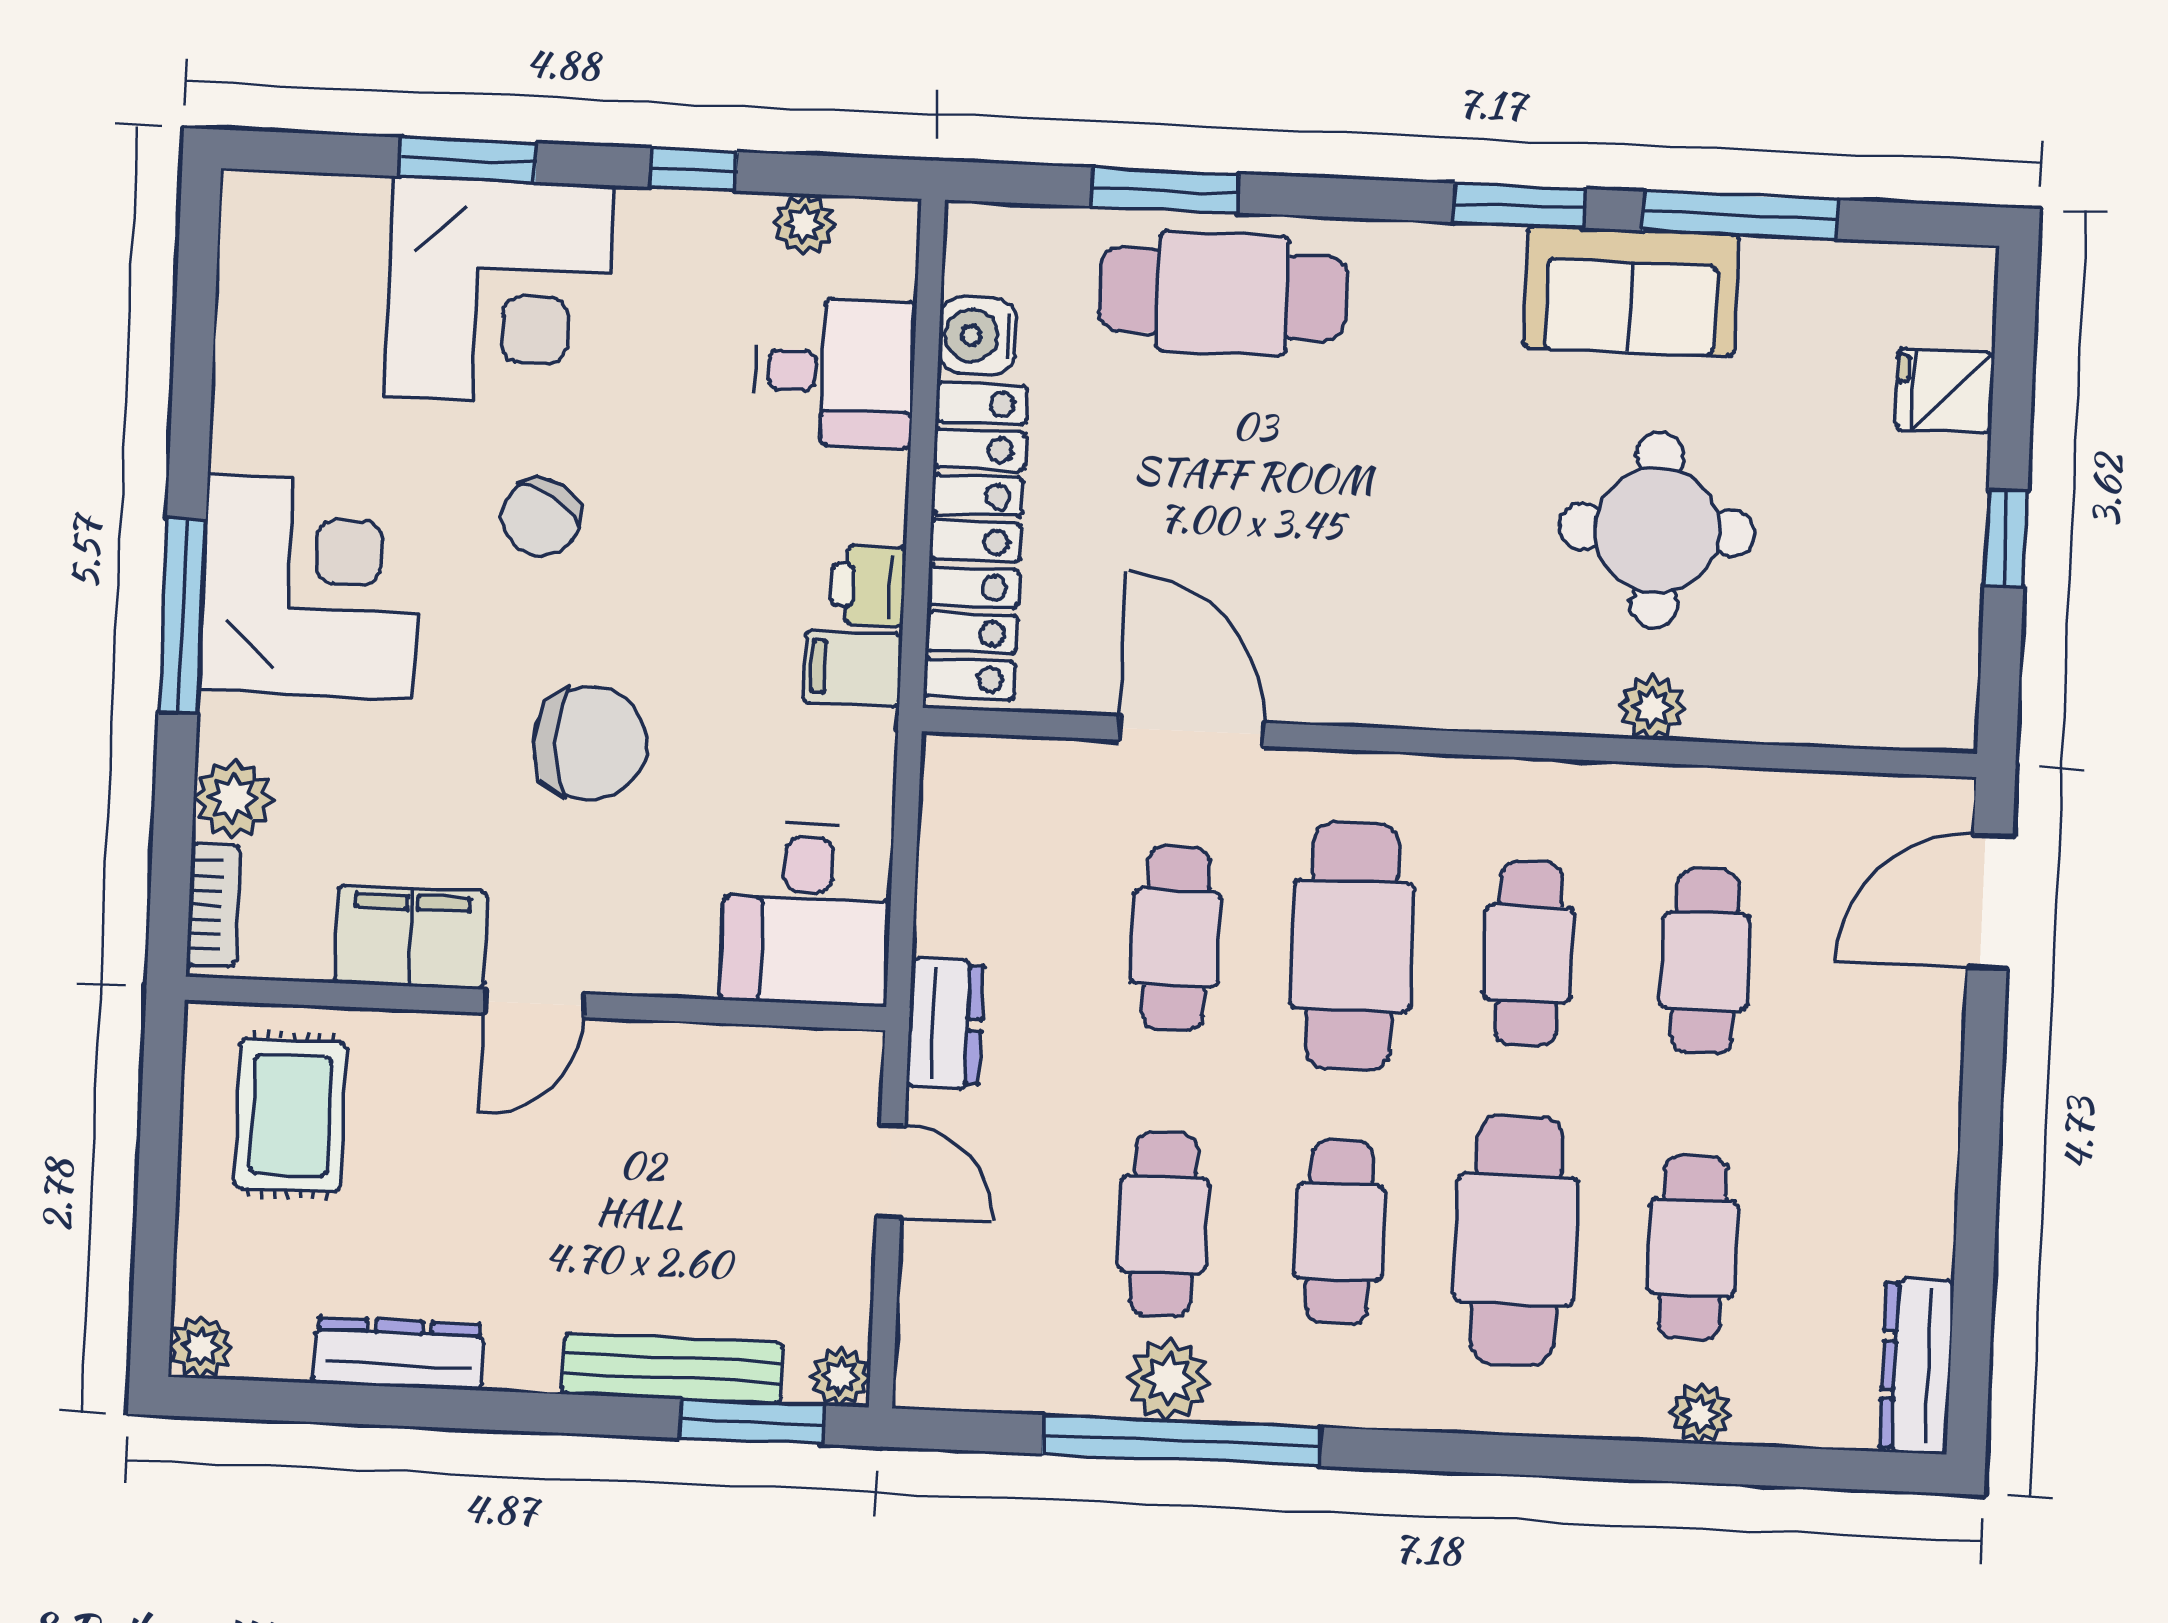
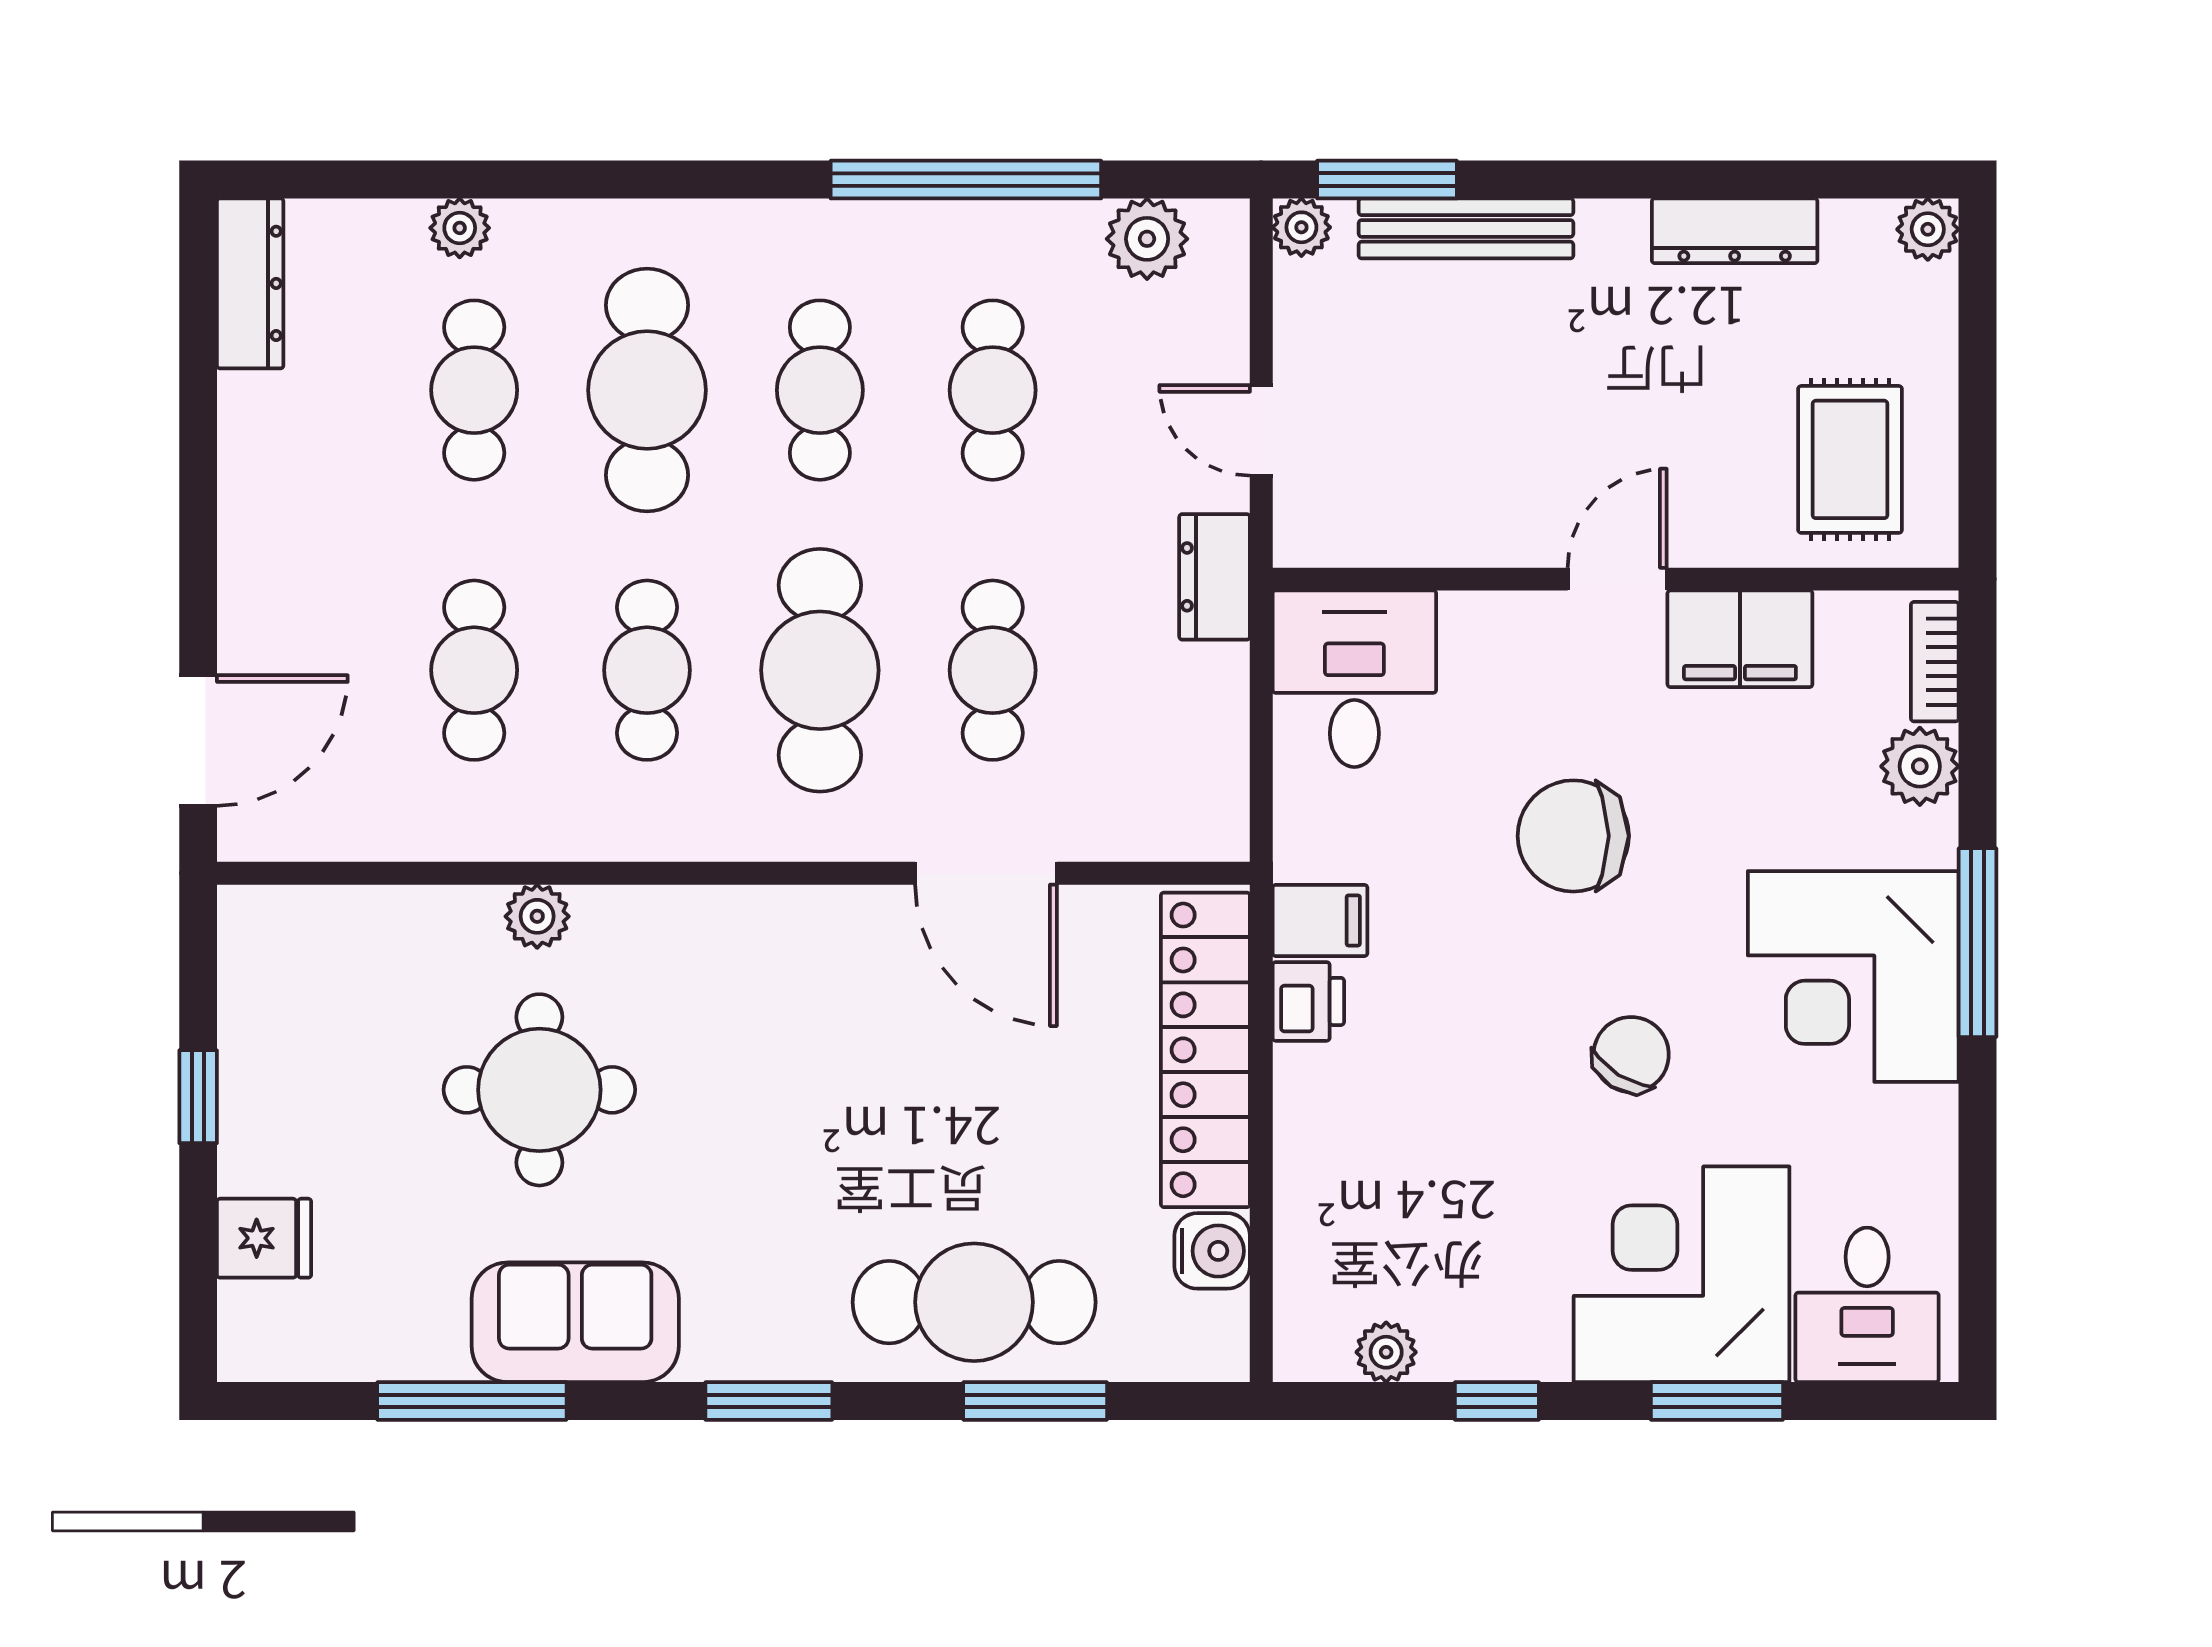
window: (1519, 206) -> (769, 1401), moved
desk: (835, 372) -> (1867, 1305), moved, turned -90
plant: (1169, 1379) -> (1147, 239), moved

